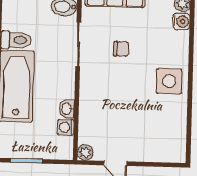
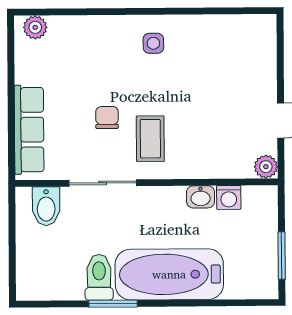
water cooler: (181, 21) -> (62, 28), removed
coffee table: (106, 77) -> (150, 139), added
side table: (169, 81) -> (153, 43), width x0.54, depth x0.54

